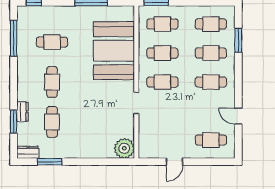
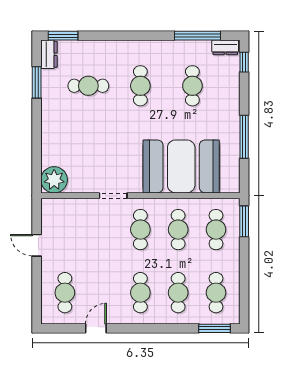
window: (238, 40) -> (214, 328), moved
cafe table: (52, 82) -> (140, 86), turned 90
dresser: (23, 112) -> (225, 47), moved
window: (14, 122) -> (63, 36), moved

